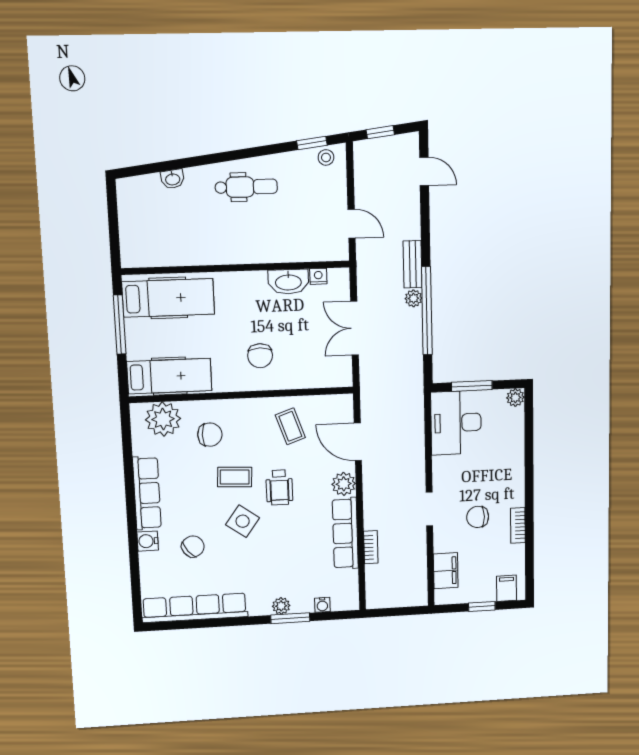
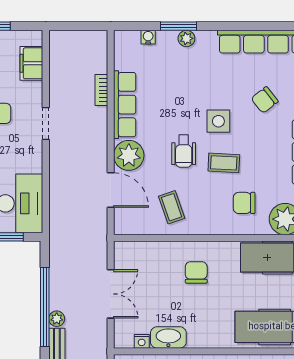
plant: (344, 484) -> (129, 155), width x1.36, depth x1.36
wheelchair: (279, 487) -> (184, 151), turned 180
side table: (243, 521) -> (218, 121), turned -36

